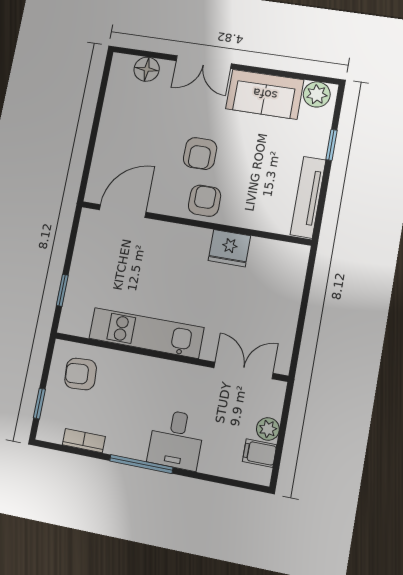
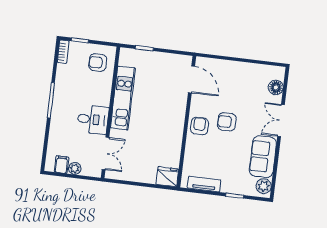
tv unit: (308, 197) -> (204, 184), width x0.71
armchair: (205, 201) -> (200, 126), turned -90
fridge: (229, 248) -> (167, 177), moved, turned 90
armchair: (81, 374) -> (98, 63), turned -86
desk: (176, 440) -> (93, 120), moved, turned 180
bookcase: (84, 441) -> (63, 52), moved

